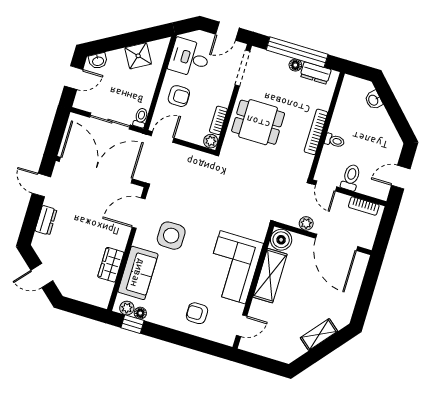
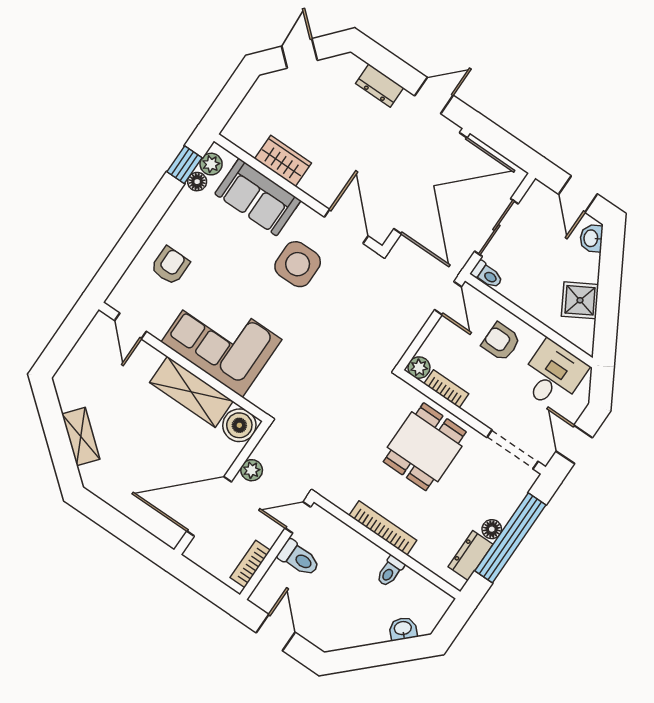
armchair: (179, 96) -> (501, 342), turned 90
toilet: (335, 141) -> (390, 571), moved

